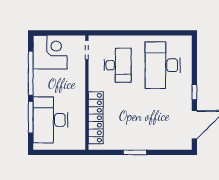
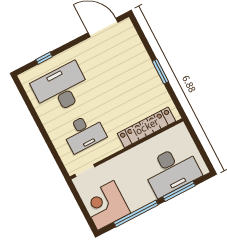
desk: (118, 65) -> (84, 133), turned 180
desk: (163, 65) -> (61, 89), turned 180
window: (194, 92) -> (44, 58), moved

